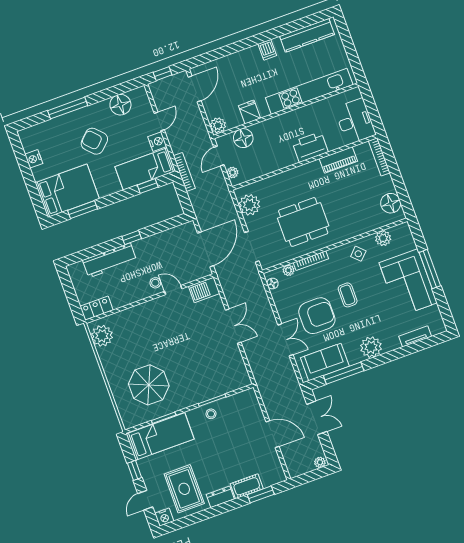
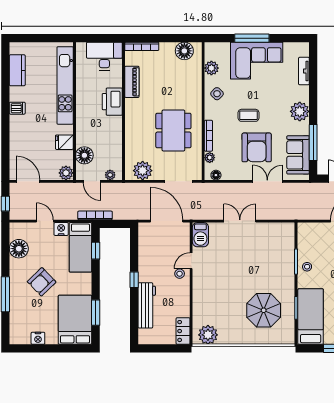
kitchen counter: (307, 35) -> (17, 70), width x0.67
armchair: (317, 316) -> (257, 147), turned 180

